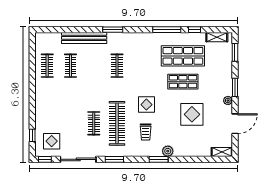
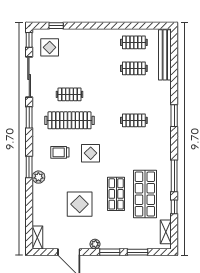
bench: (84, 38) -> (165, 55), moved
window: (235, 52) -> (138, 252), moved

